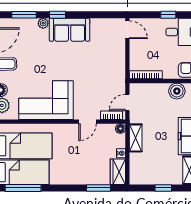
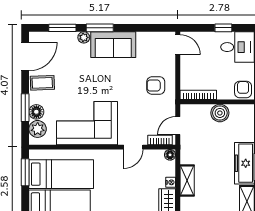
window: (57, 15) -> (100, 28), width x1.50
armchair: (108, 66) -> (156, 85), added
boiler: (177, 91) -> (220, 113), moved
shelving: (136, 138) -> (187, 180), moved

